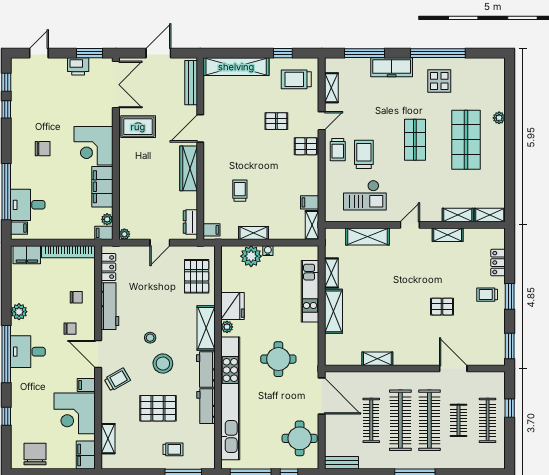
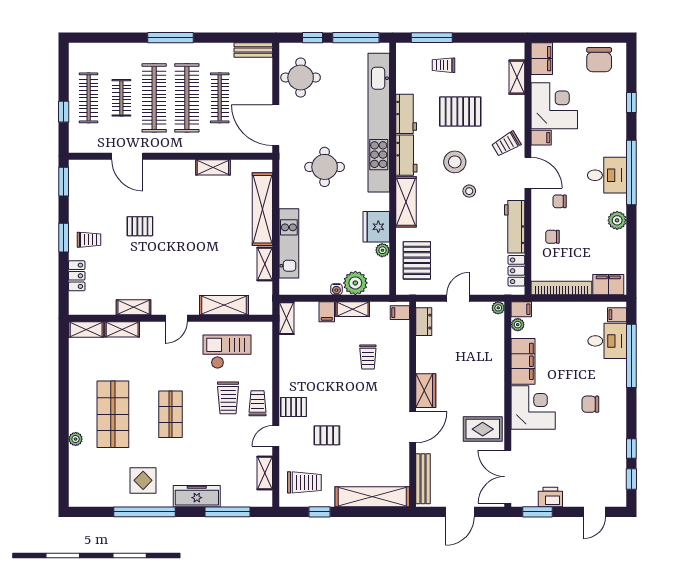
wardrobe: (189, 168) -> (426, 391), width x0.67
filing cabinet: (310, 202) -> (327, 312), moved, turned 90
shelving: (333, 311) -> (262, 209), width x1.47
plant: (227, 327) -> (382, 250), moved

